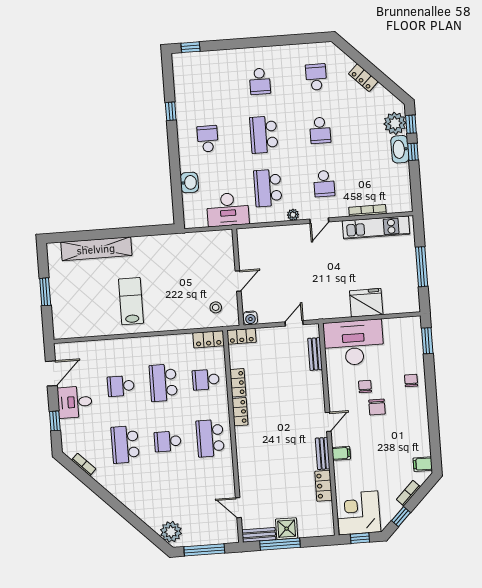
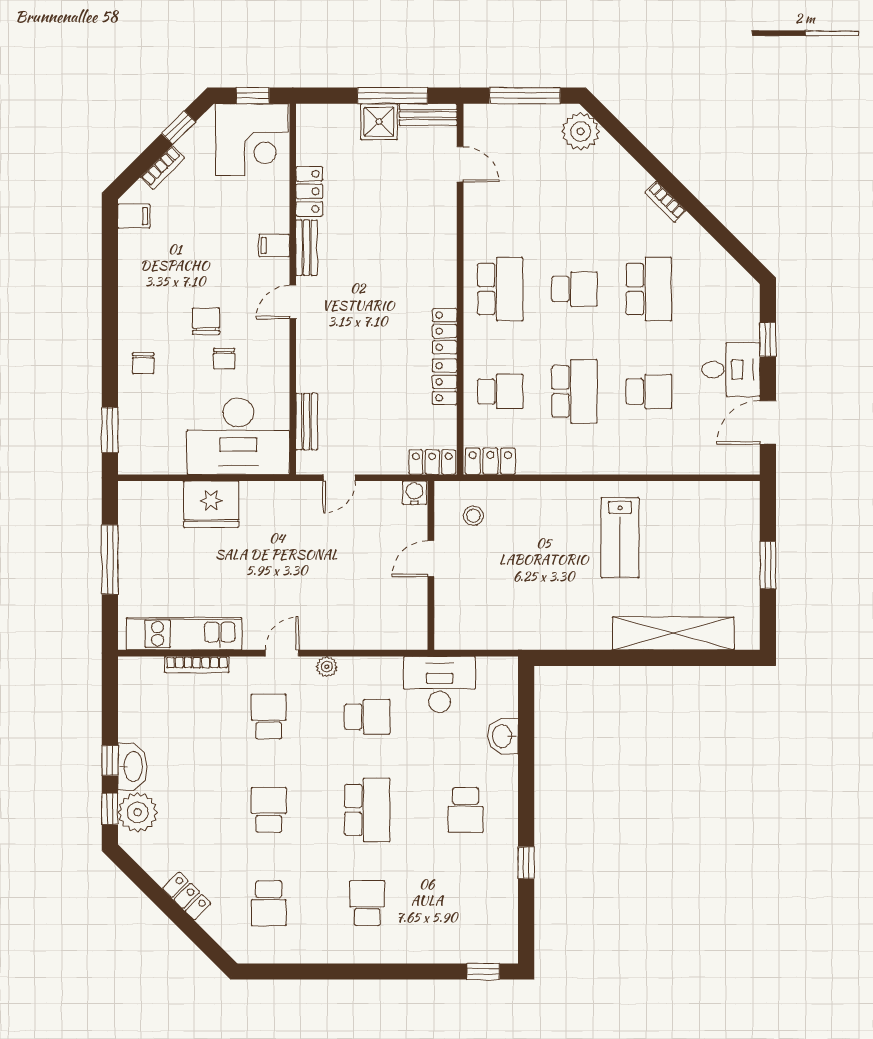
school desk: (268, 188) -> (367, 717), width x0.54
bookcase: (84, 464) -> (665, 202), moved

